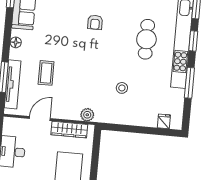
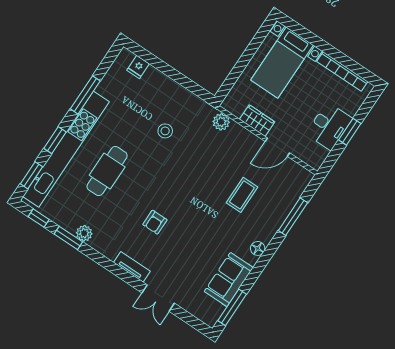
armchair: (95, 22) -> (155, 222), turned 180
tv unit: (13, 84) -> (287, 203), removed
wardrobe: (69, 130) -> (257, 121), width x0.67

